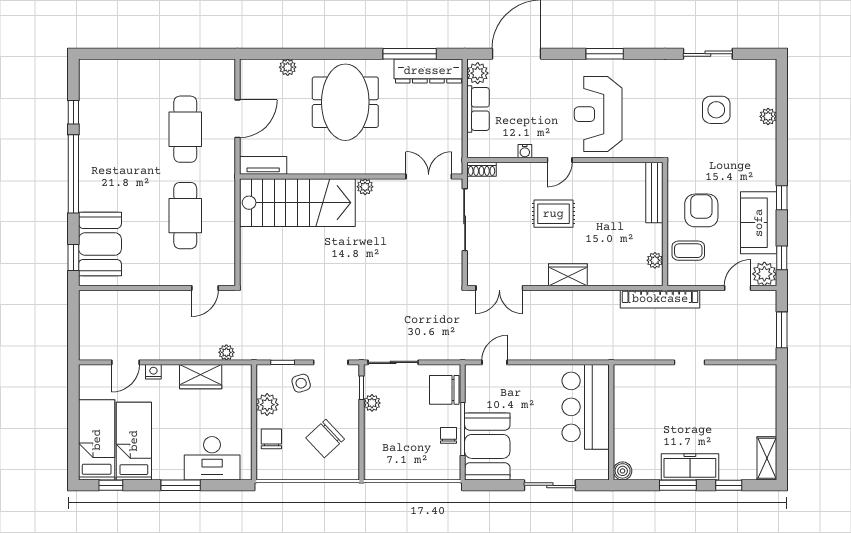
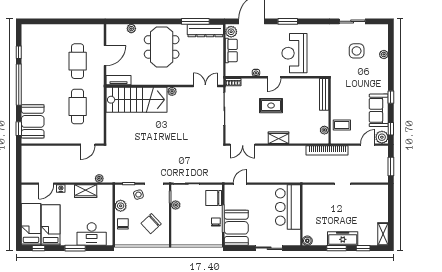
window: (605, 54) -> (288, 21), moved
armchair: (701, 210) -> (349, 104), removed

